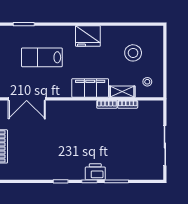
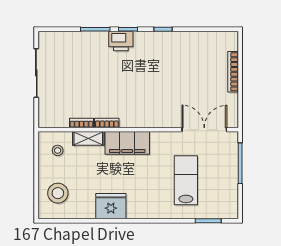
fridge: (88, 36) -> (111, 206), moved
stool: (133, 53) -> (58, 193), moved
lab bench: (42, 57) -> (186, 180), turned -90

